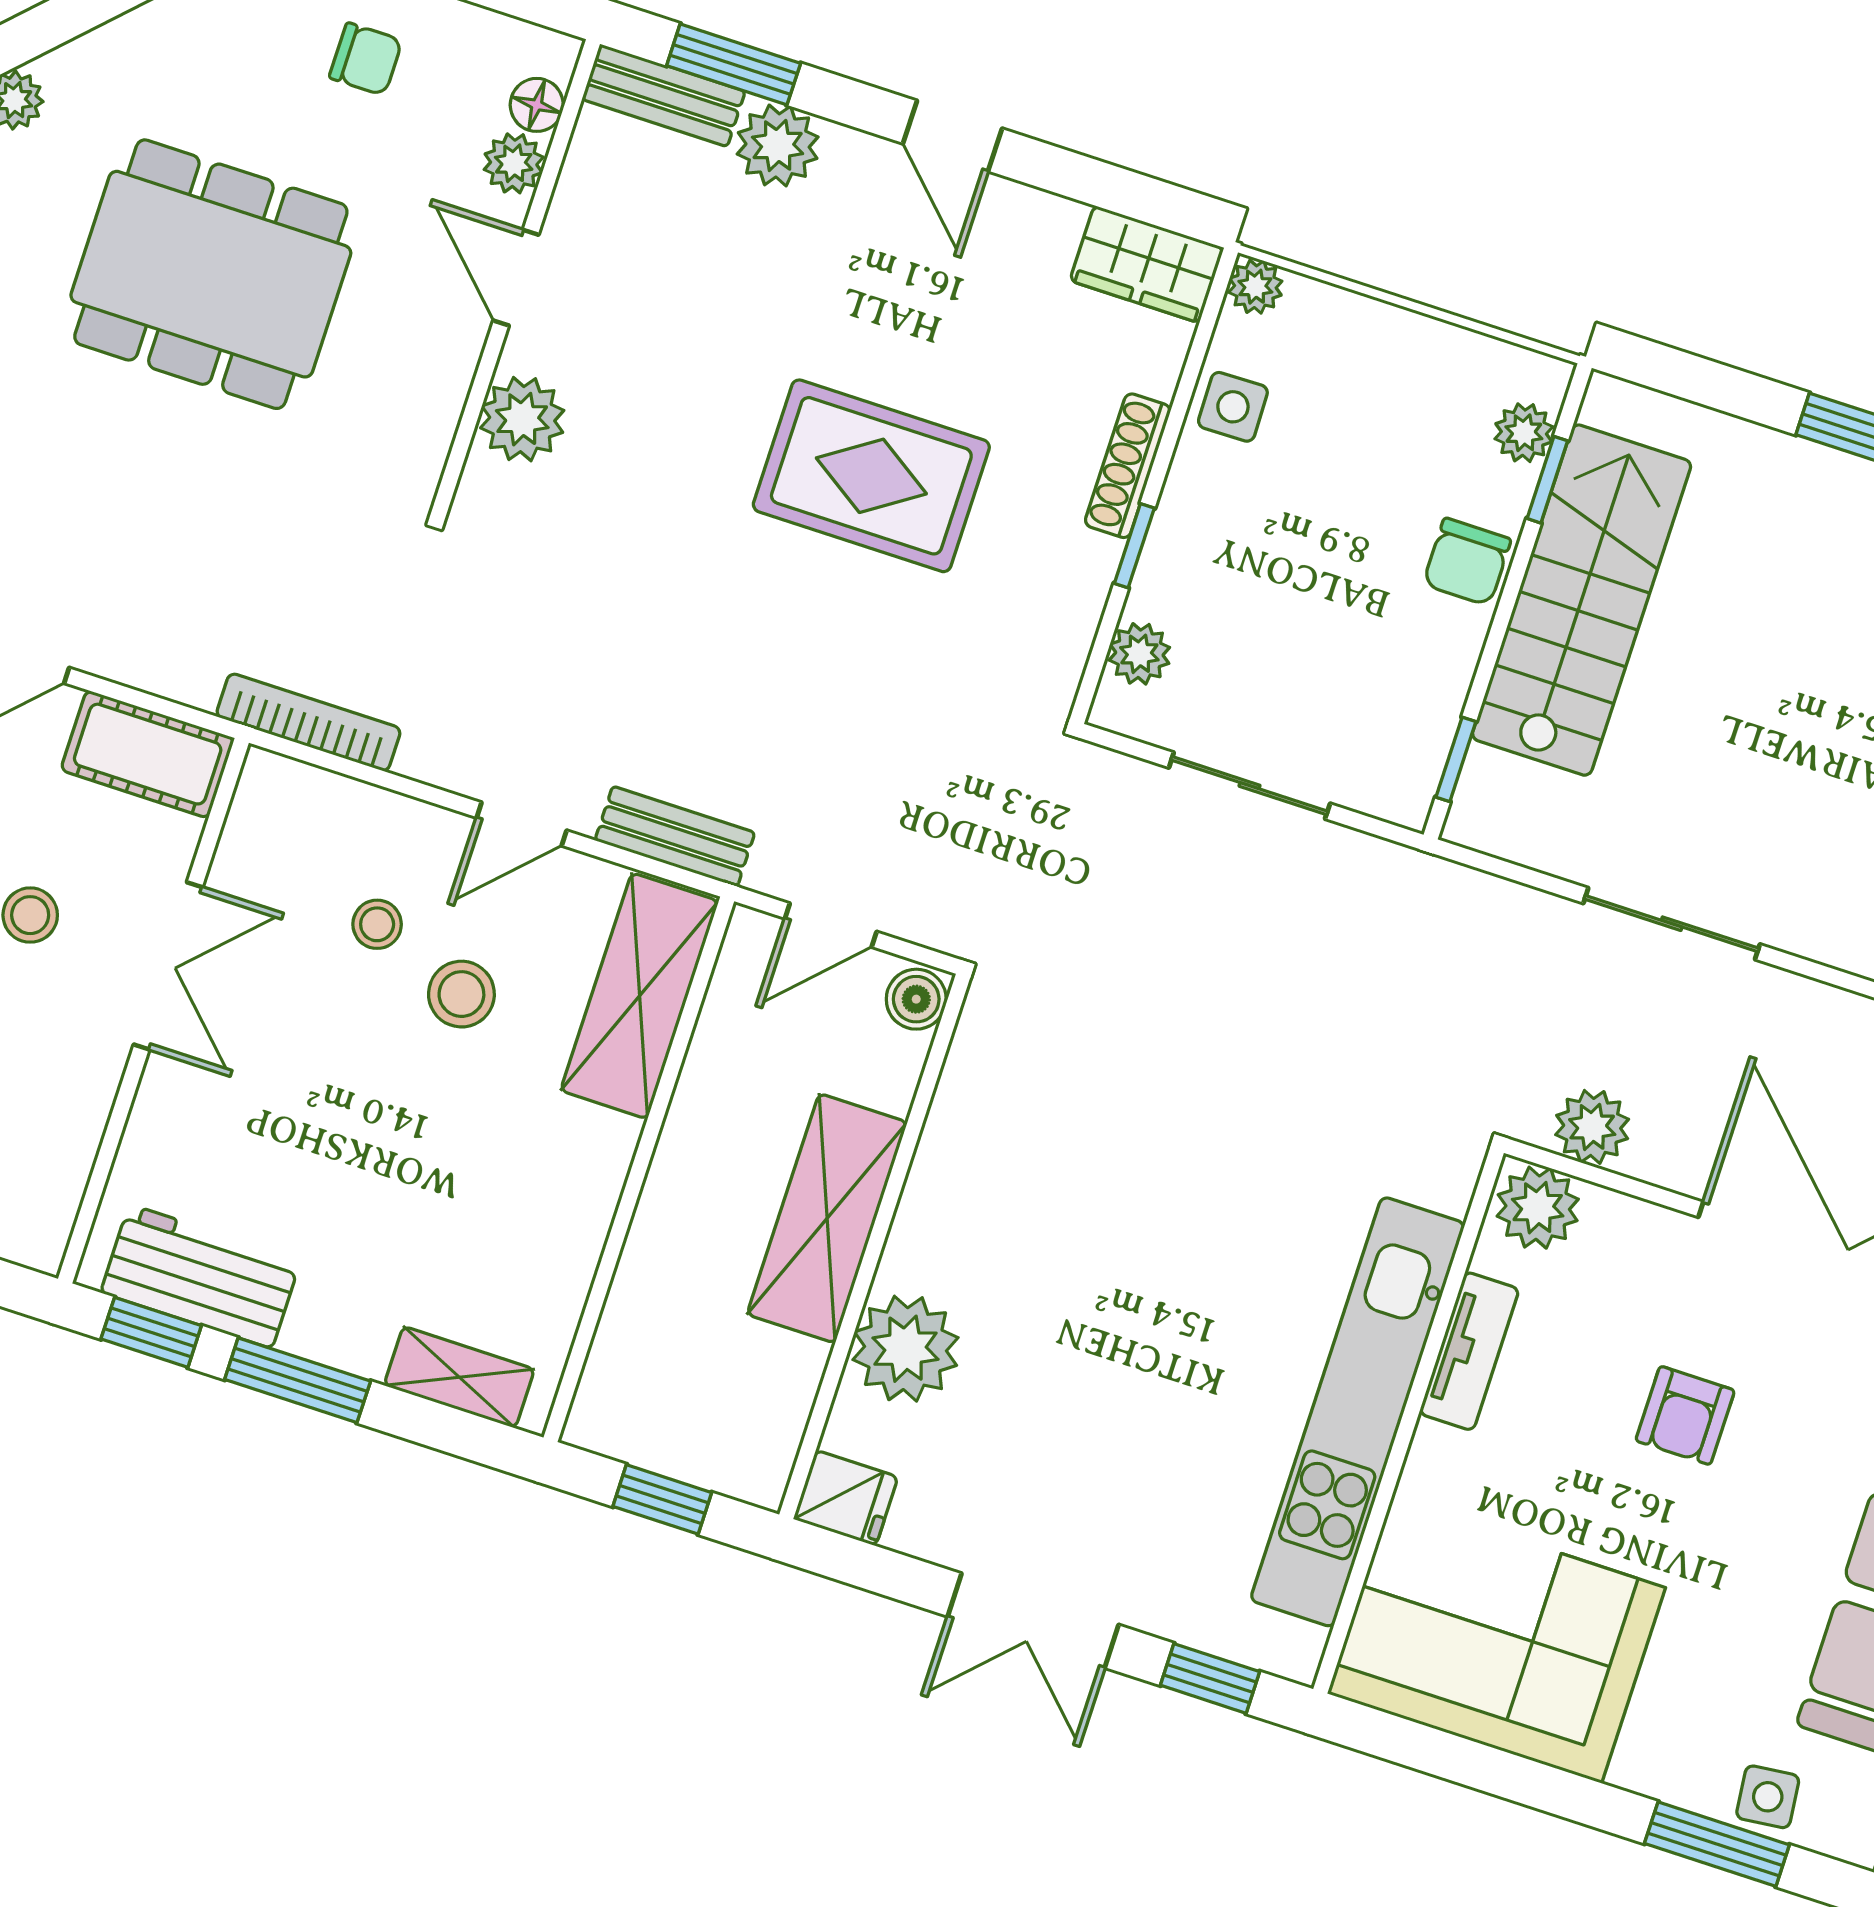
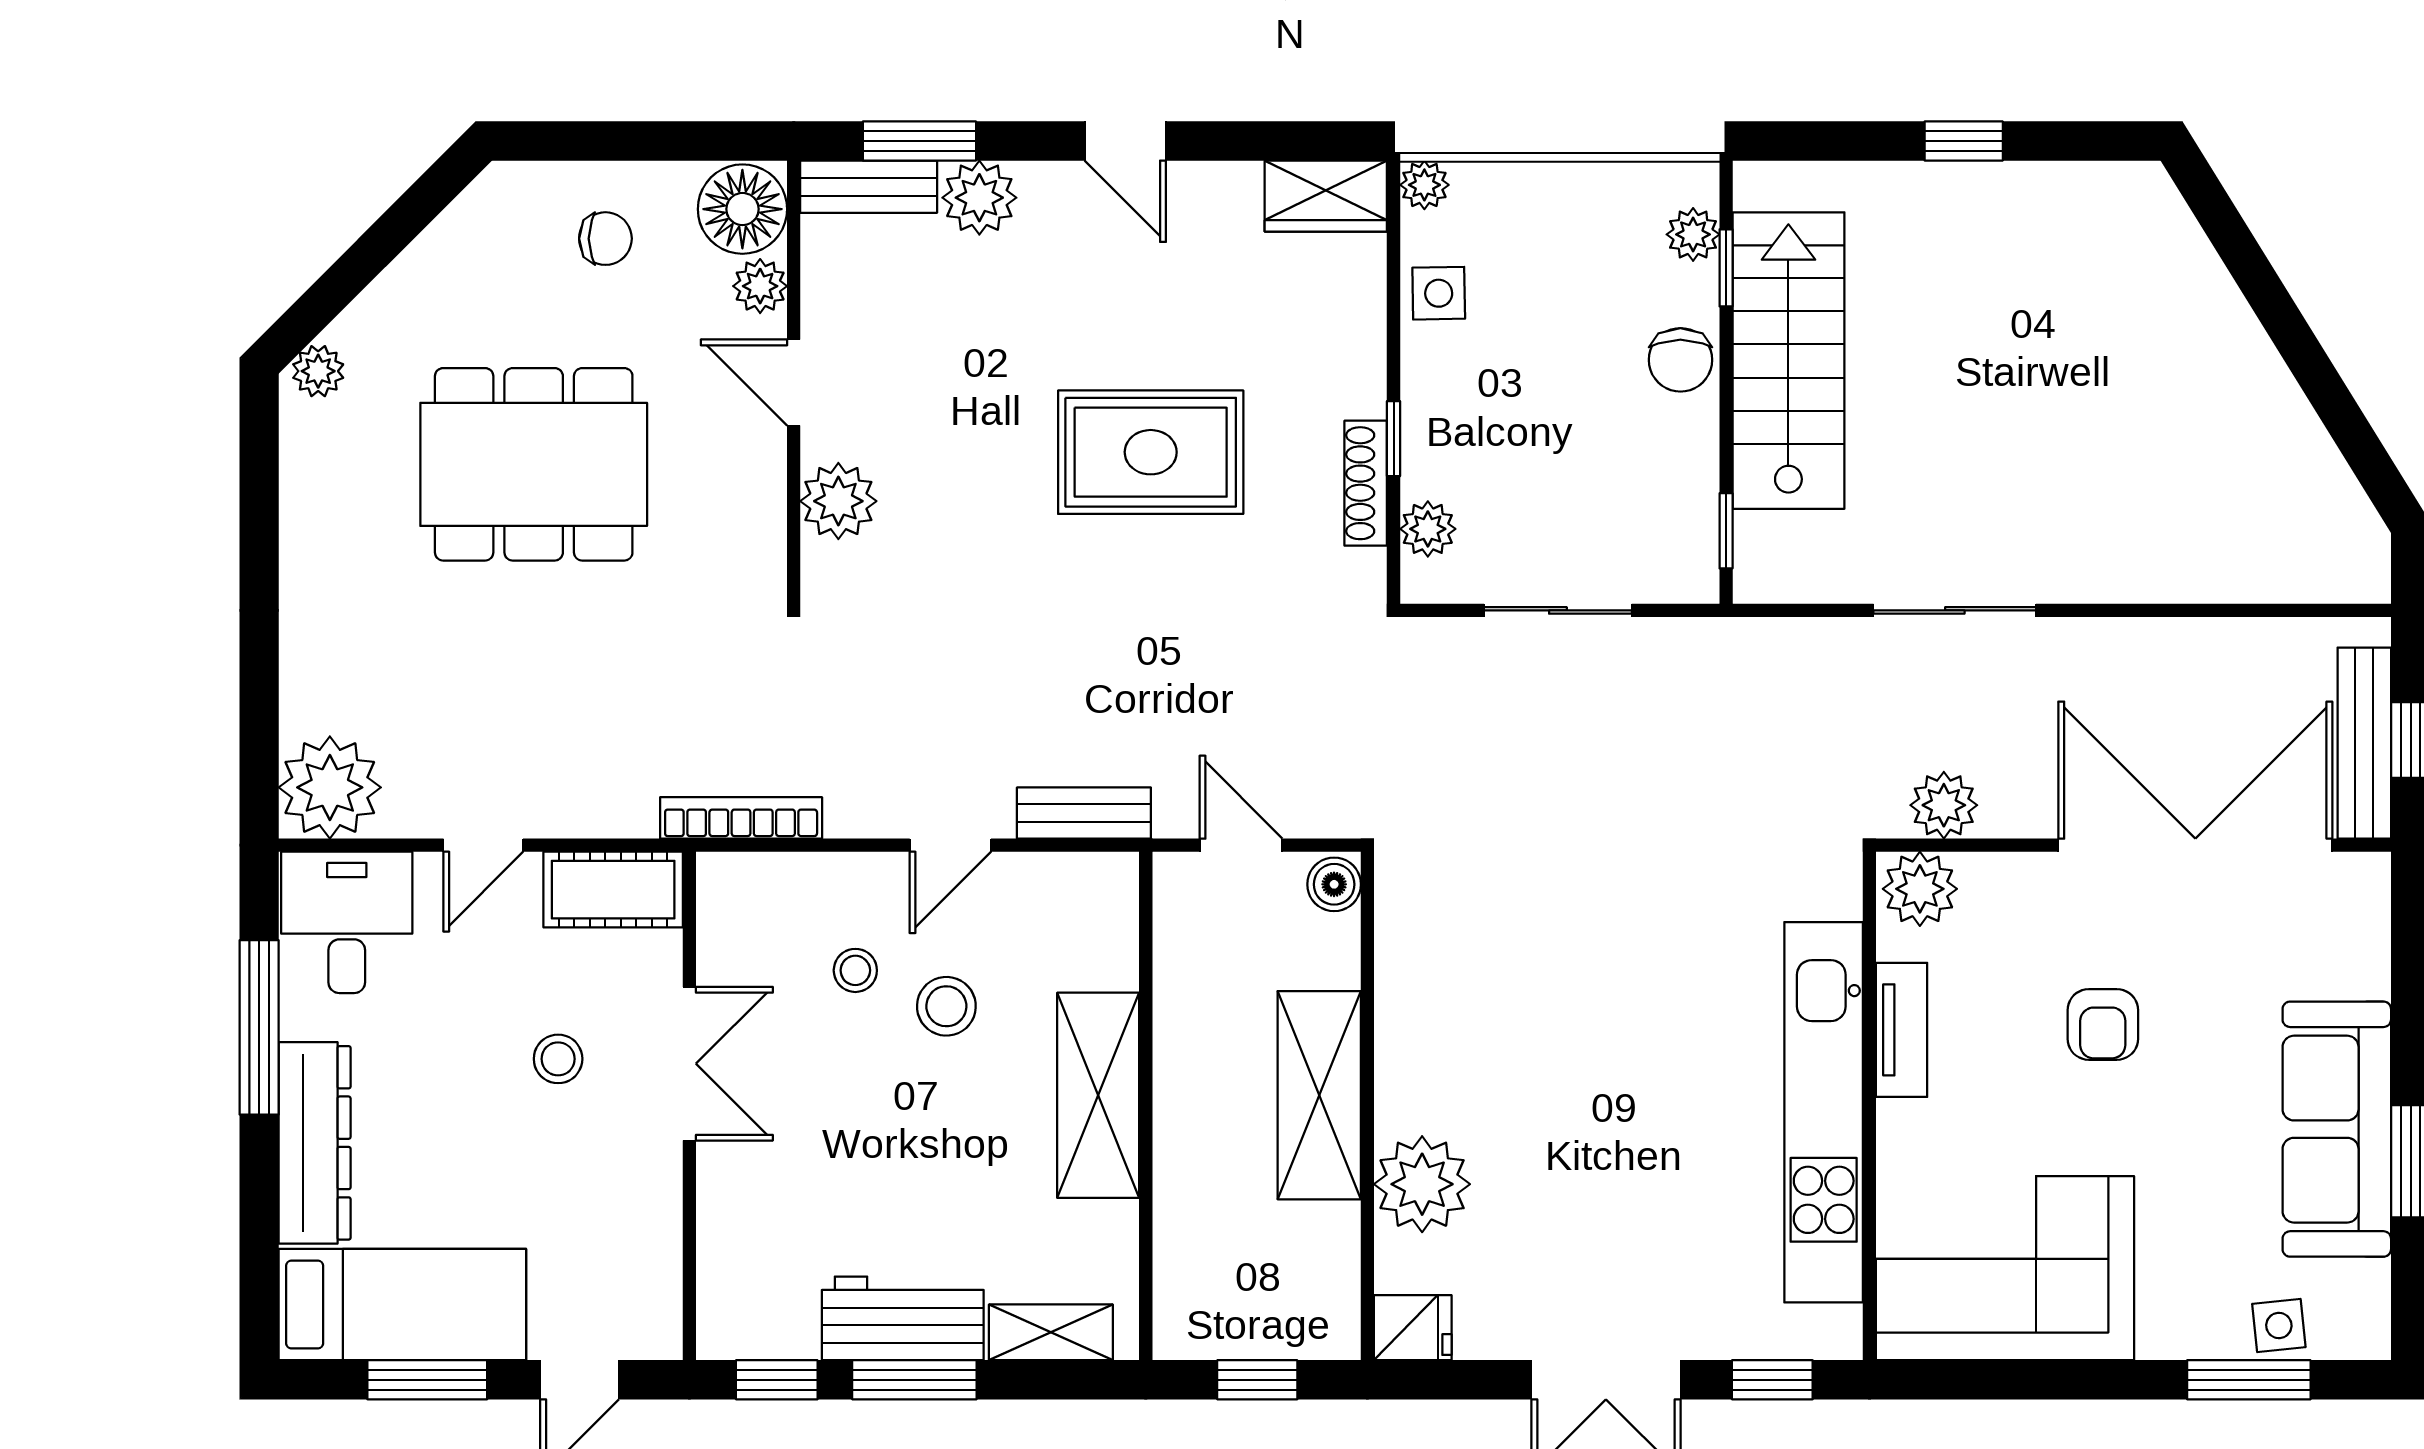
floor lamp: (537, 105) -> (742, 209), width x1.89, depth x1.89
shoe rack: (1128, 466) -> (1366, 483), moved
door: (831, 925) -> (1241, 845), swing flipped
shelving: (640, 996) -> (1098, 1095), moved
workbench: (201, 1276) -> (903, 1318), moved

